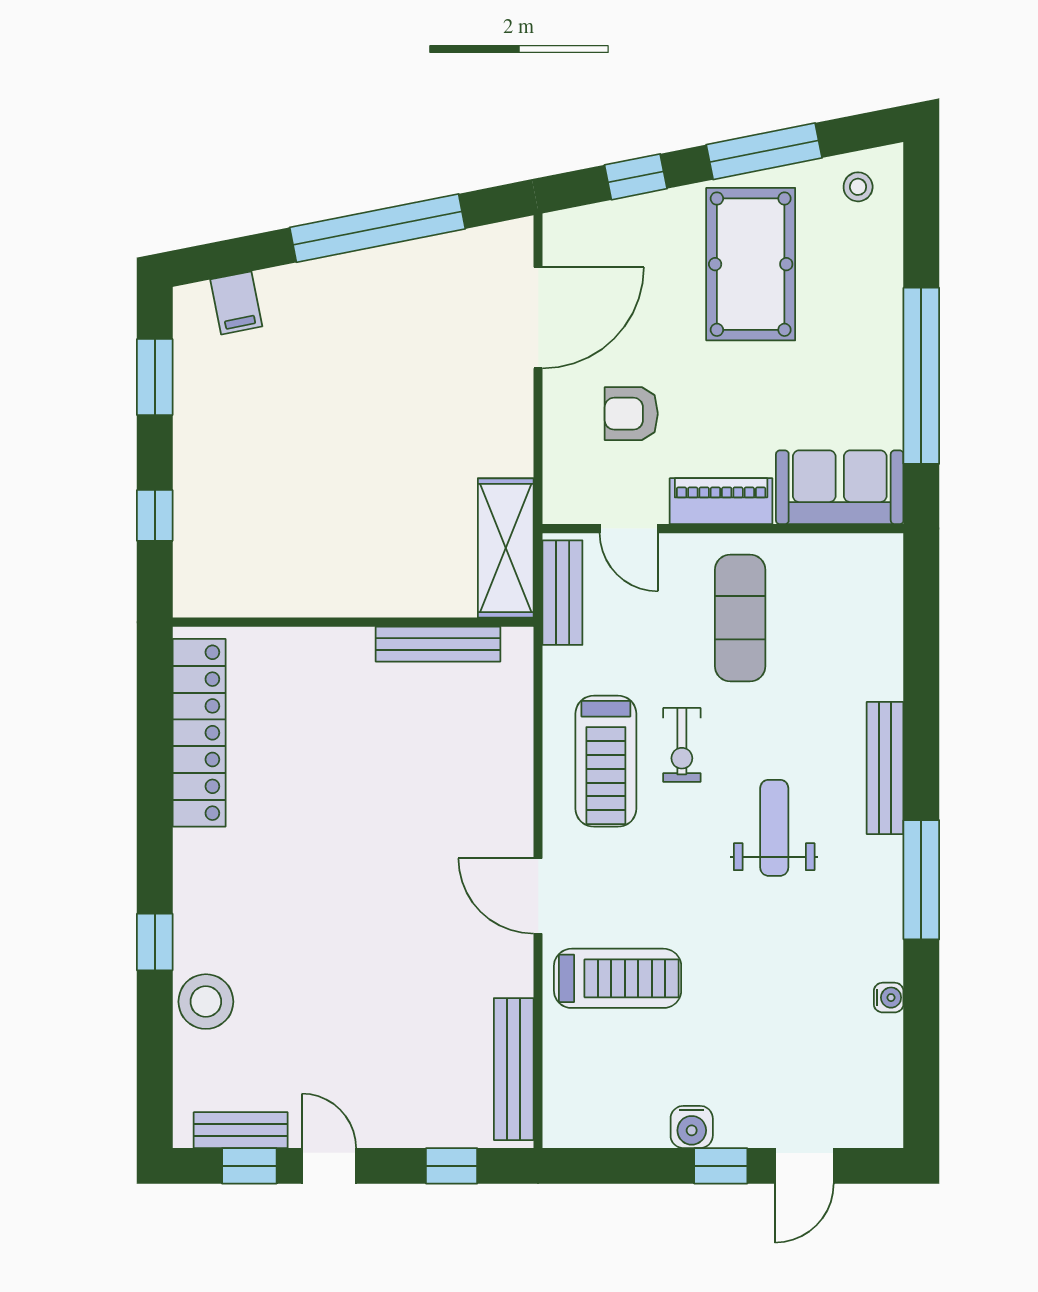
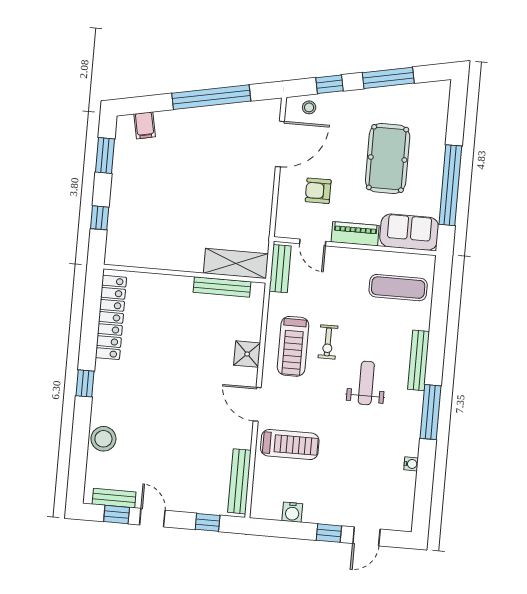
stool: (858, 187) -> (309, 107), moved
pool table: (751, 264) -> (388, 158), moved
shelving: (506, 548) -> (236, 264), moved, turned 90
exercise mat: (740, 618) -> (398, 288), moved, turned 90
shower: (506, 787) -> (247, 354), added
window: (155, 942) -> (85, 383), moved
water cooler: (692, 1127) -> (292, 512), moved

